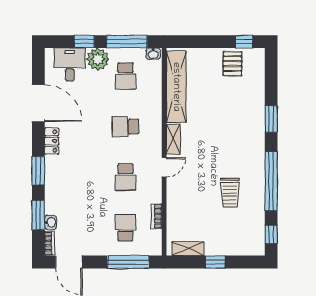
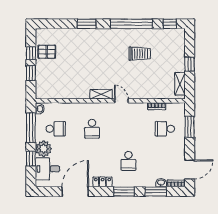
window: (203, 42) -> (31, 73), added
window: (244, 42) -> (31, 53), moved
shelving: (176, 87) -> (63, 92), removed
school desk: (125, 177) -> (128, 161), moved, turned 90
window: (128, 262) -> (190, 127), width x0.69

